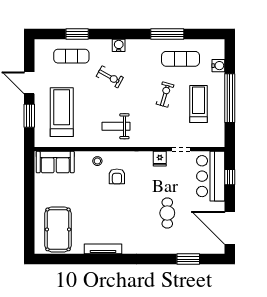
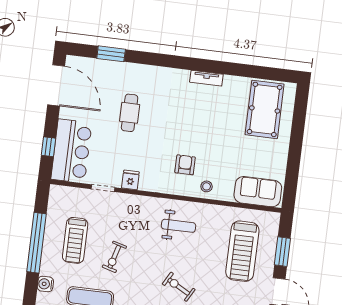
tv unit: (103, 249) -> (206, 78), width x0.71

